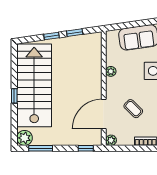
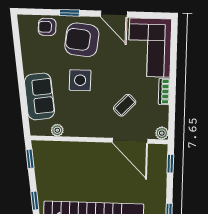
window: (75, 33) -> (30, 159), moved
plant: (111, 71) -> (57, 130), moved

